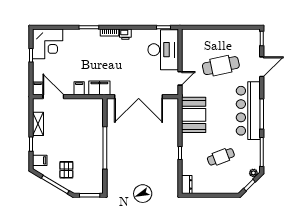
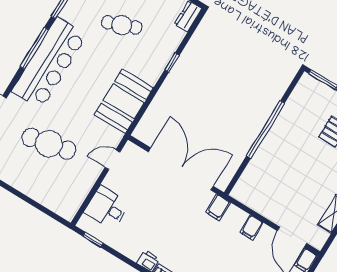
desk: (163, 50) -> (107, 208), width x0.53, depth x0.77
filing cabinet: (99, 88) -> (218, 208), width x0.50

